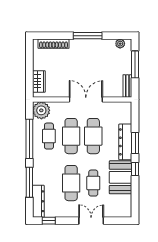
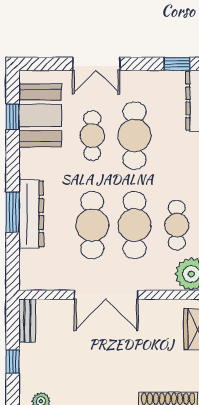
window: (135, 64) -> (13, 362), width x0.46
window: (135, 169) -> (13, 117), moved
booth: (121, 177) -> (40, 115), moved

